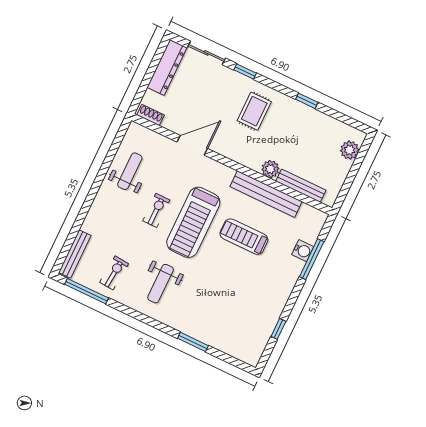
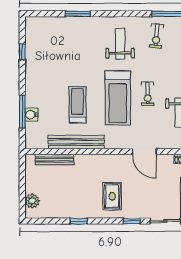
door: (192, 145) -> (144, 152), hinge flipped
plant: (270, 169) -> (82, 161), removed
treadmill: (193, 222) -> (118, 98), turned 180
treadmill: (244, 237) -> (77, 105), turned -90

